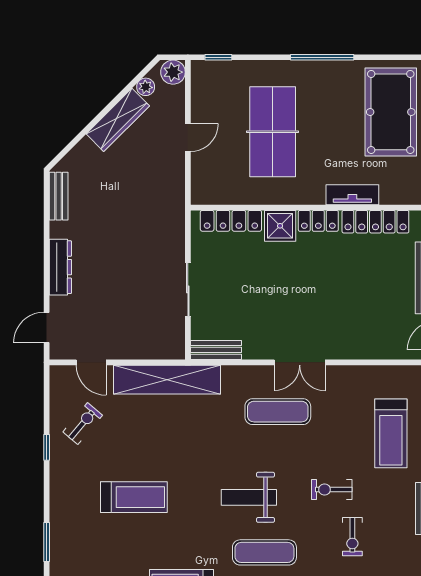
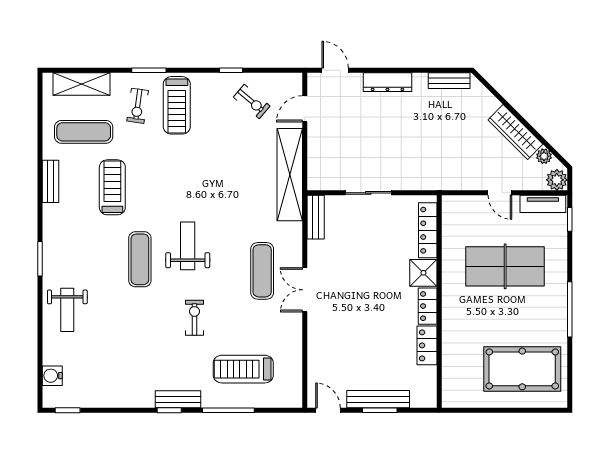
tv unit: (352, 195) -> (543, 204), moved, turned 90
locker: (375, 222) -> (427, 345), width x0.66
treadmill: (134, 497) -> (177, 105), moved
exercise bike: (352, 537) -> (138, 106), moved, turned -82

